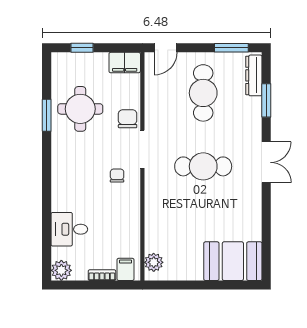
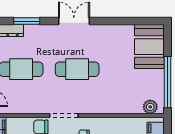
cafe table: (203, 166) -> (77, 69), turned 90
window: (186, 285) -> (168, 82), added

